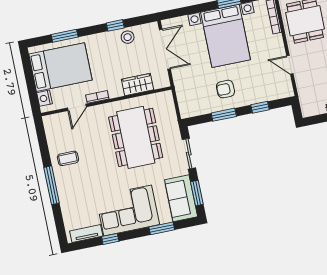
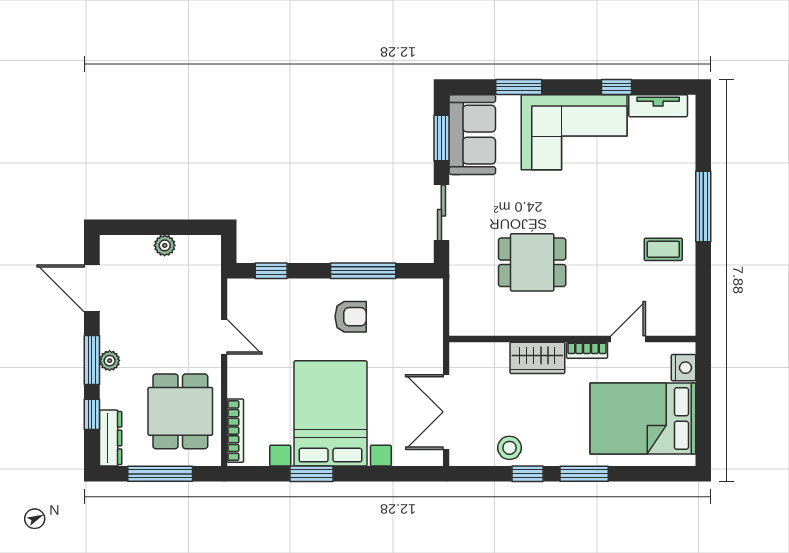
window: (65, 36) -> (584, 474), moved
wardrobe: (138, 84) -> (537, 358), moved
window: (260, 107) -> (271, 271), moved
window: (224, 115) -> (363, 271), width x1.44
dining table: (136, 137) -> (532, 262), width x0.53, depth x0.80

